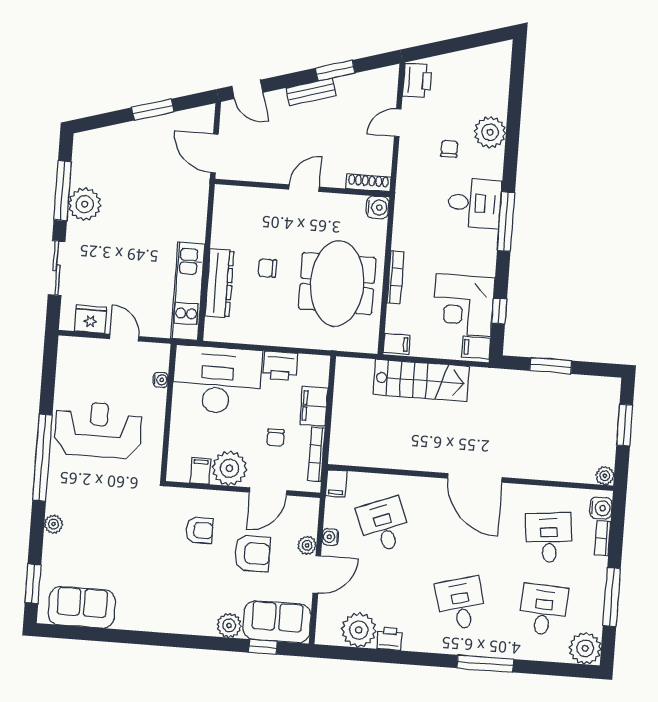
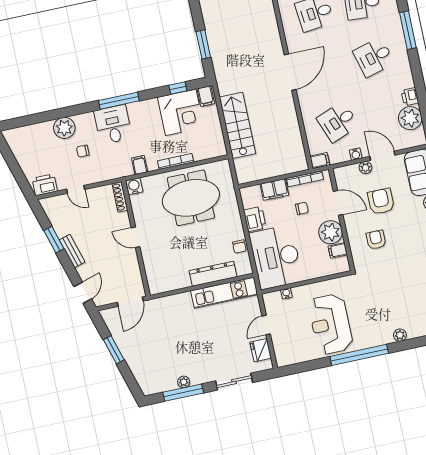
plant: (85, 204) -> (184, 382), width x0.53, depth x0.53
chair: (267, 268) -> (239, 247), moved
filing cabinet: (397, 344) -> (140, 165), moved

